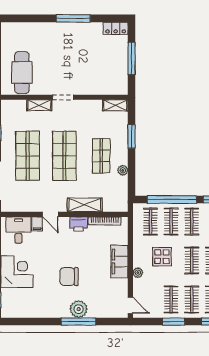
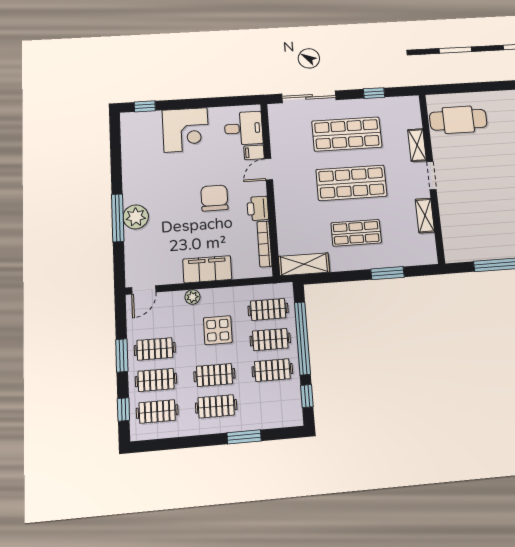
shelving: (115, 105) -> (425, 216), moved
plant: (123, 170) -> (338, 264), removed
shelving: (85, 205) -> (304, 264), moved, turned 90
chair: (69, 277) -> (214, 198), moved

